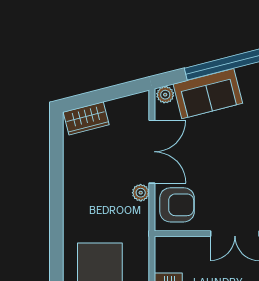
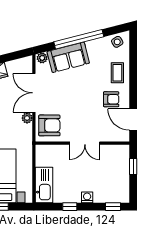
double door: (152, 152) -> (34, 93), swing flipped

